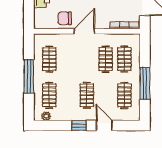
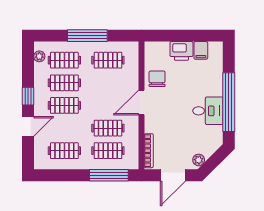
door: (84, 31) -> (141, 103), swing flipped
window: (145, 83) -> (109, 175), moved
clothes rail: (68, 95) -> (64, 83), added

